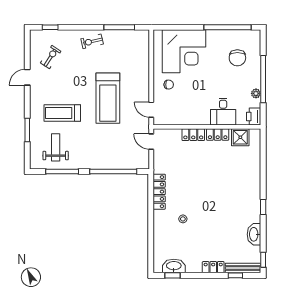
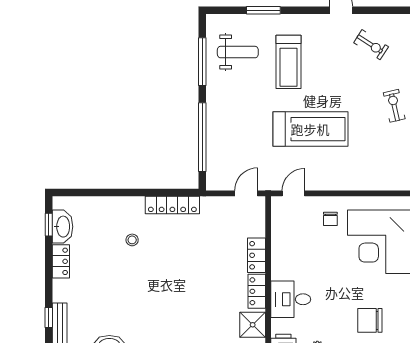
treadmill: (108, 98) -> (310, 129), turned 180
treadmill: (62, 113) -> (289, 62), turned 180
locker: (213, 267) -> (61, 261), moved

